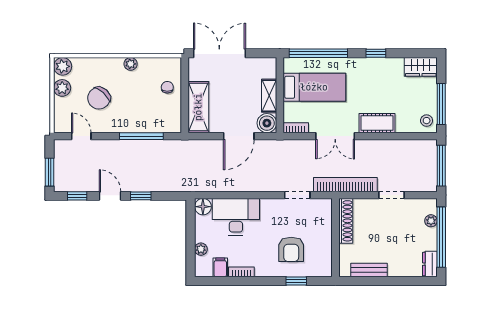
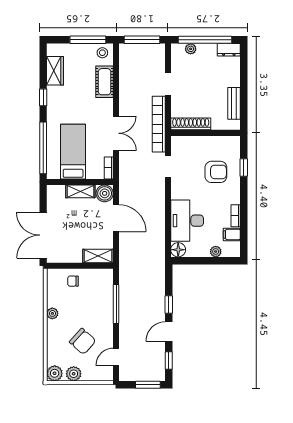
wardrobe: (421, 67) -> (55, 71), moved
shelving: (198, 107) -> (98, 256), width x0.67, depth x0.75
cot: (377, 123) -> (105, 82), moved

